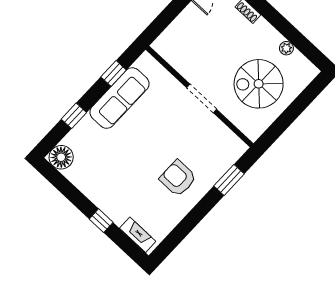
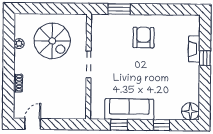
armchair: (178, 178) -> (144, 38), turned 180
fireplace: (138, 235) -> (194, 49), moved

